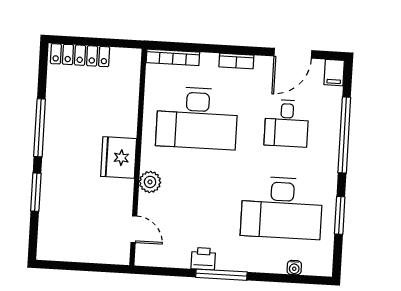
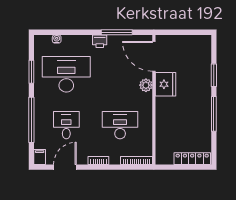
desk: (197, 118) -> (120, 125), width x0.73, depth x0.77
fridge: (119, 157) -> (166, 84), moved
door: (134, 229) -> (154, 56), width x1.87
printer: (203, 259) -> (100, 41), moved
window: (221, 275) -> (117, 32), moved

